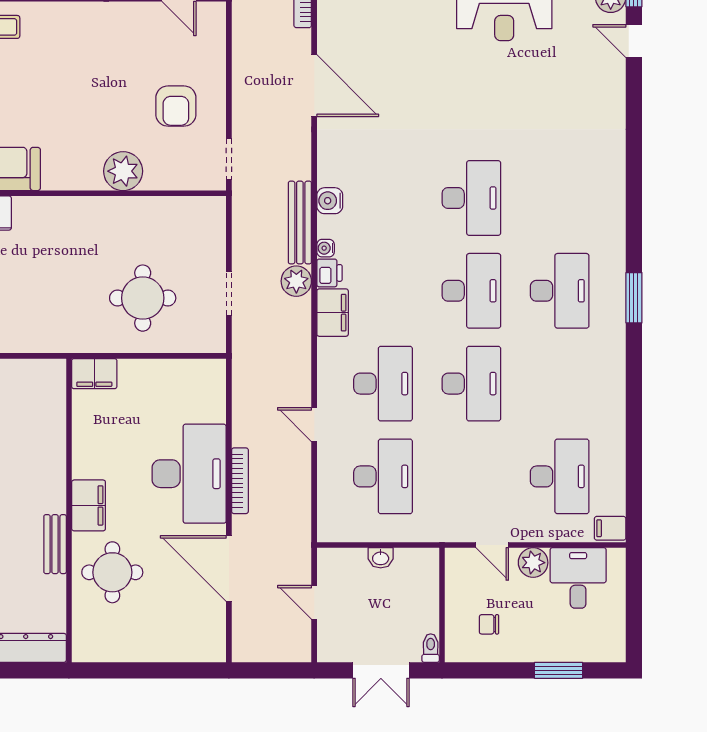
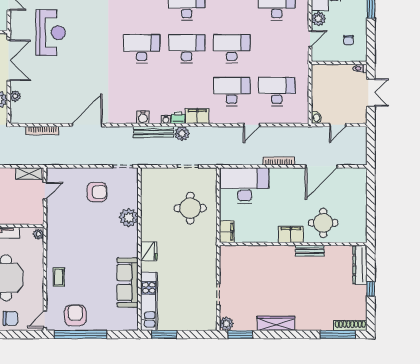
fridge: (54, 213) -> (149, 251), added
desk: (189, 474) -> (245, 186), moved
washbasin: (381, 558) -> (316, 118), moved

